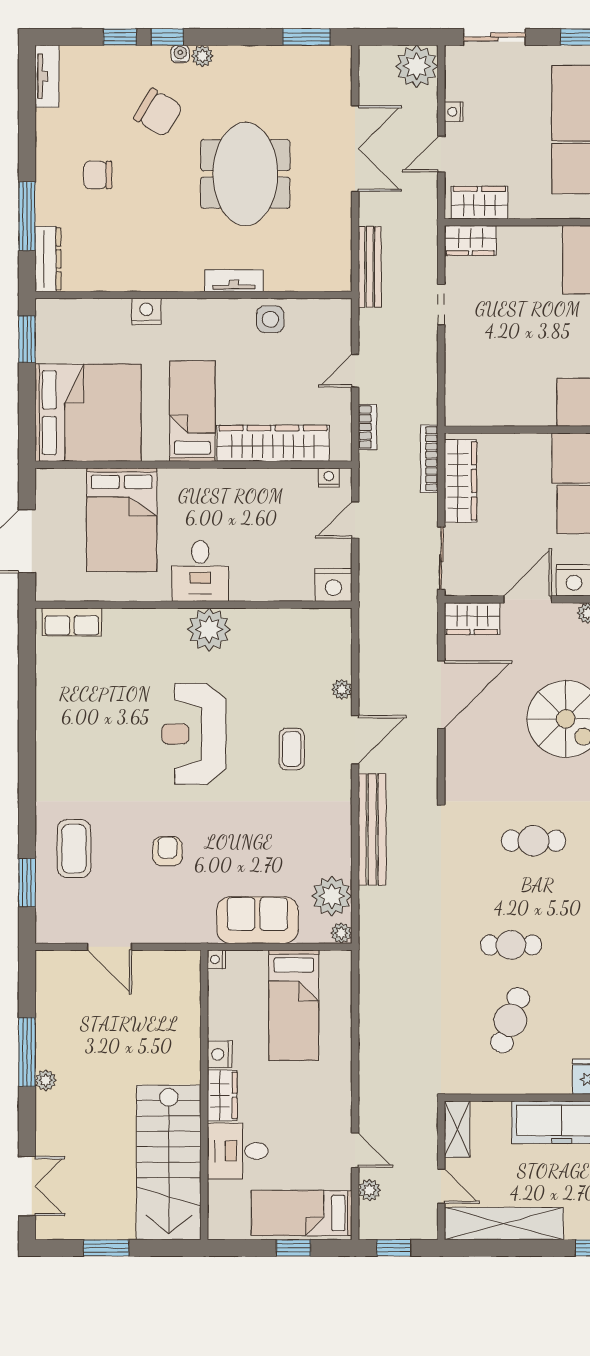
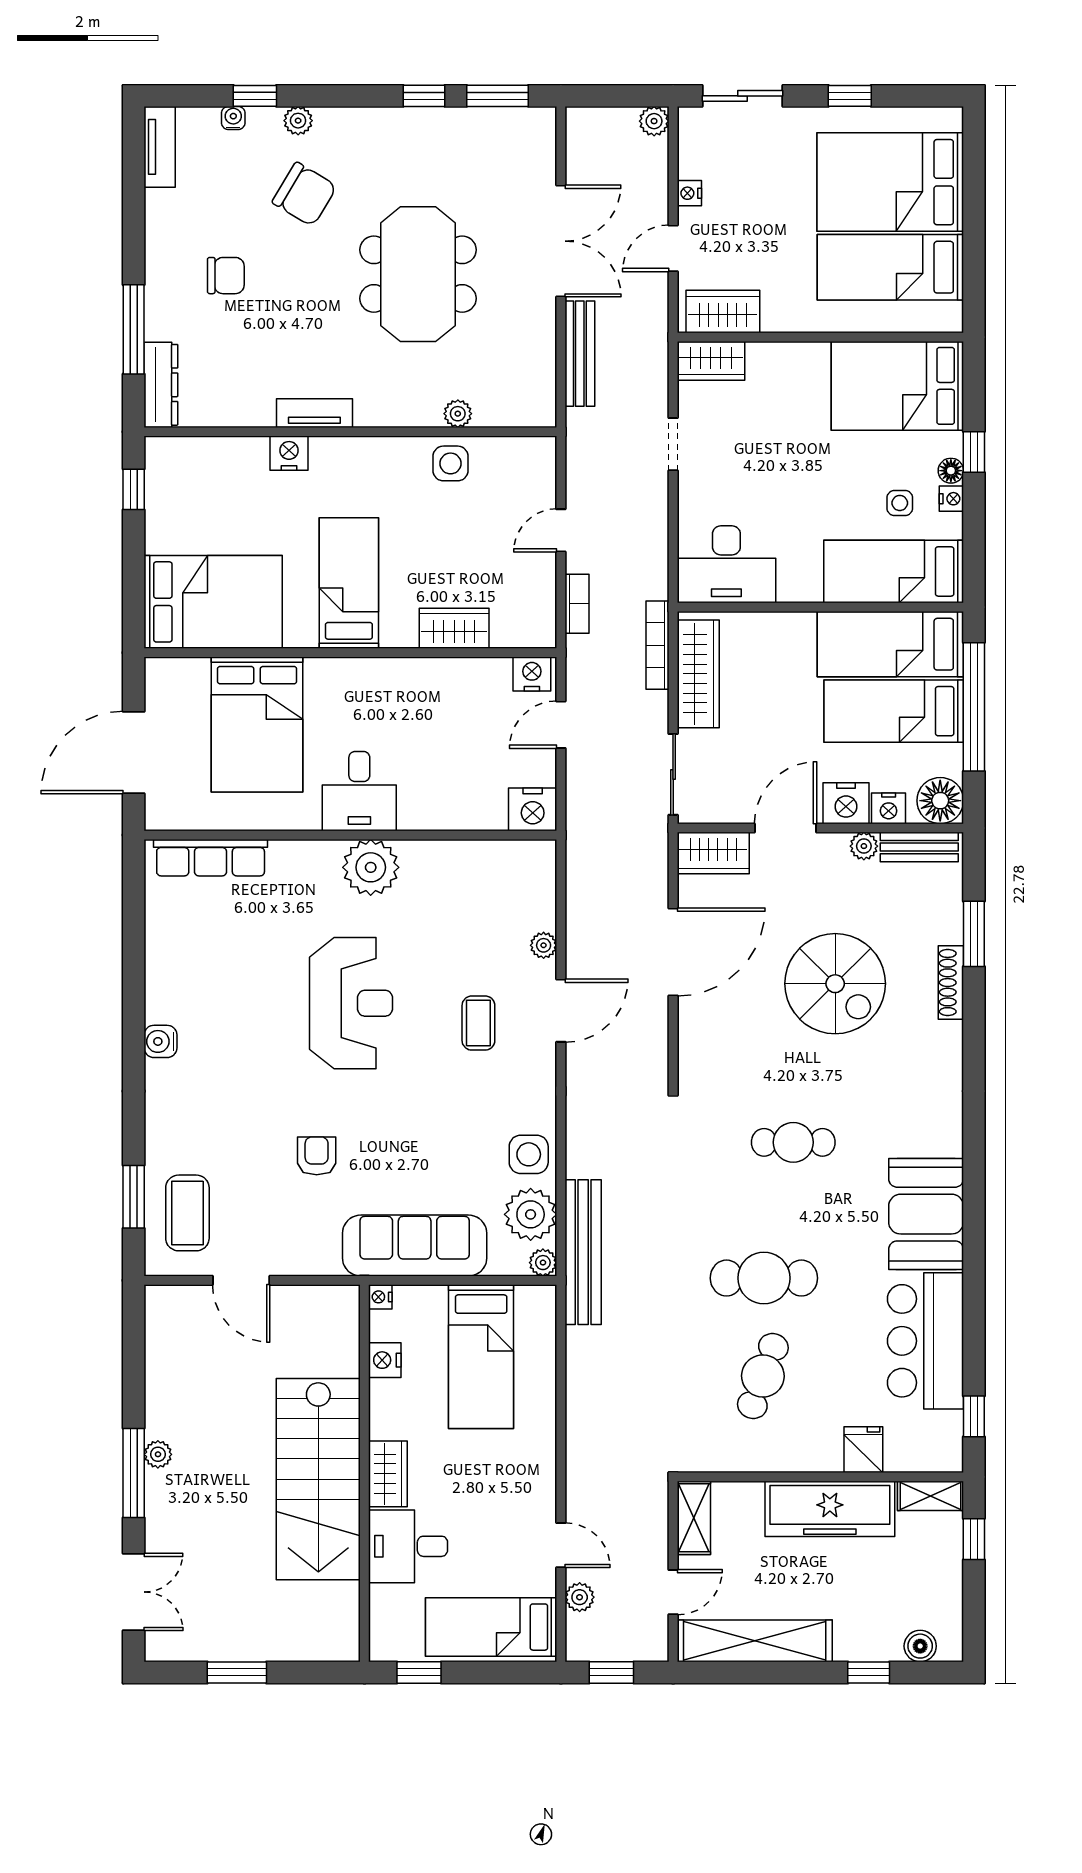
window: (167, 37) -> (424, 96), moved
water cooler: (180, 54) -> (233, 118), moved
plant: (202, 56) -> (298, 121), moved
plant: (417, 66) -> (654, 121), width x0.53, depth x0.53
chair: (98, 175) -> (226, 276), turned 180
bench: (370, 267) -> (580, 354), moved
tv unit: (234, 281) -> (314, 413), moved
plant: (276, 281) -> (458, 414), added
window: (27, 339) -> (134, 489), width x0.67
desk: (482, 397) -> (726, 564), added
bed: (88, 413) -> (213, 602), width x0.73
wardrobe: (273, 443) -> (454, 628), width x0.48, depth x0.85
nightstand: (329, 478) -> (532, 674), width x1.39, depth x1.35
row of seats: (72, 622) -> (211, 858), width x1.48
reception desk: (194, 734) -> (351, 1003), turned 180
water cooler: (48, 763) -> (160, 1041), added
bench: (372, 829) -> (583, 1252), moved
coffee table: (74, 849) -> (187, 1213), moved
side table: (330, 850) -> (529, 1154), added
sofa: (257, 920) -> (415, 1246), width x1.36
cafe table: (511, 945) -> (764, 1278), width x1.37, depth x1.35
window: (27, 1052) -> (134, 1473), moved
nightstand: (220, 1054) -> (385, 1360), moved
stairs: (169, 1162) -> (318, 1479), moved
door: (441, 1186) -> (673, 1592), hinge flipped
window: (293, 1248) -> (419, 1672), moved

